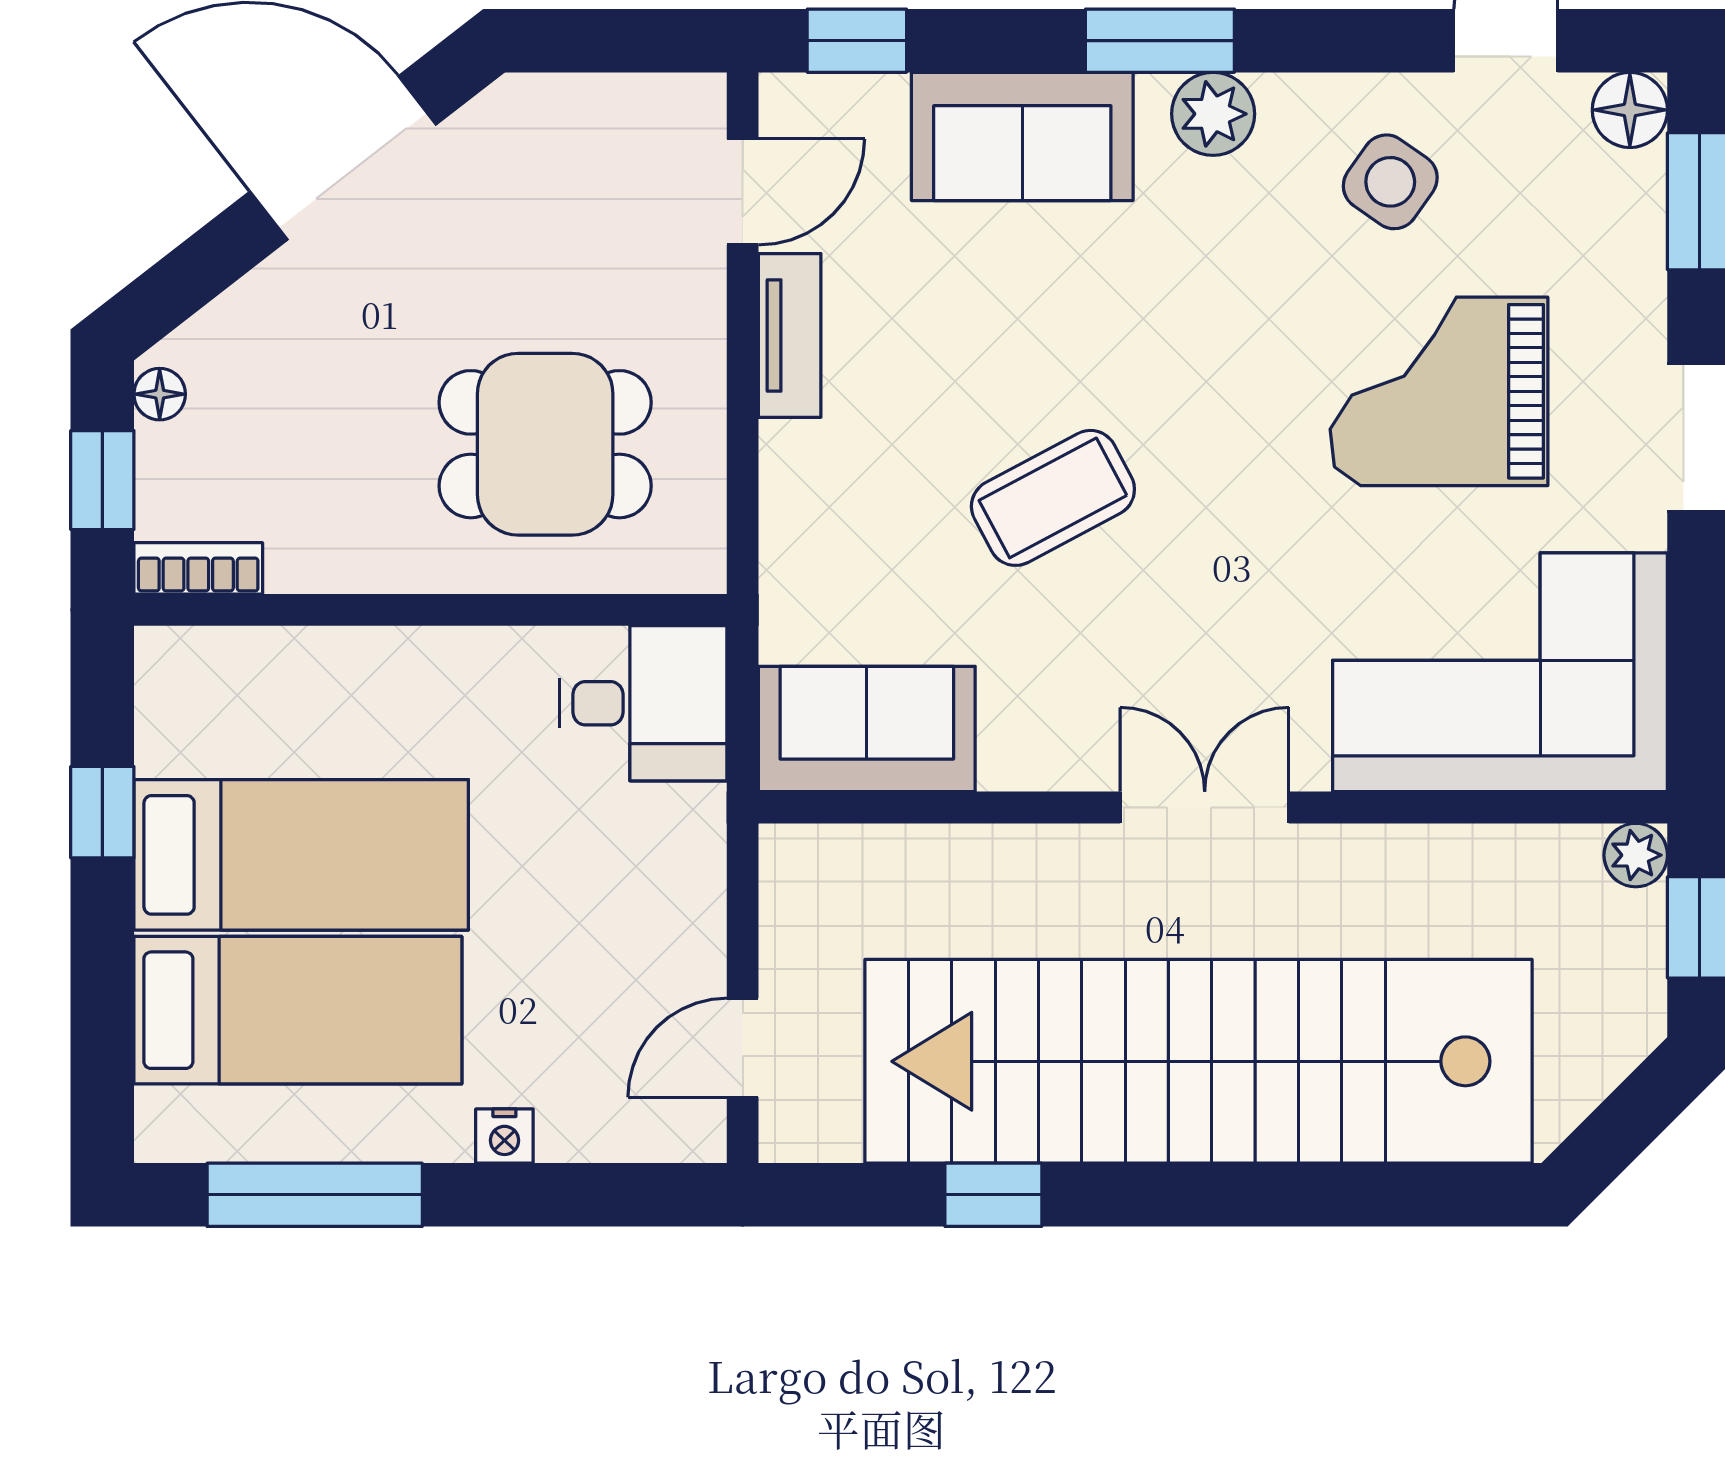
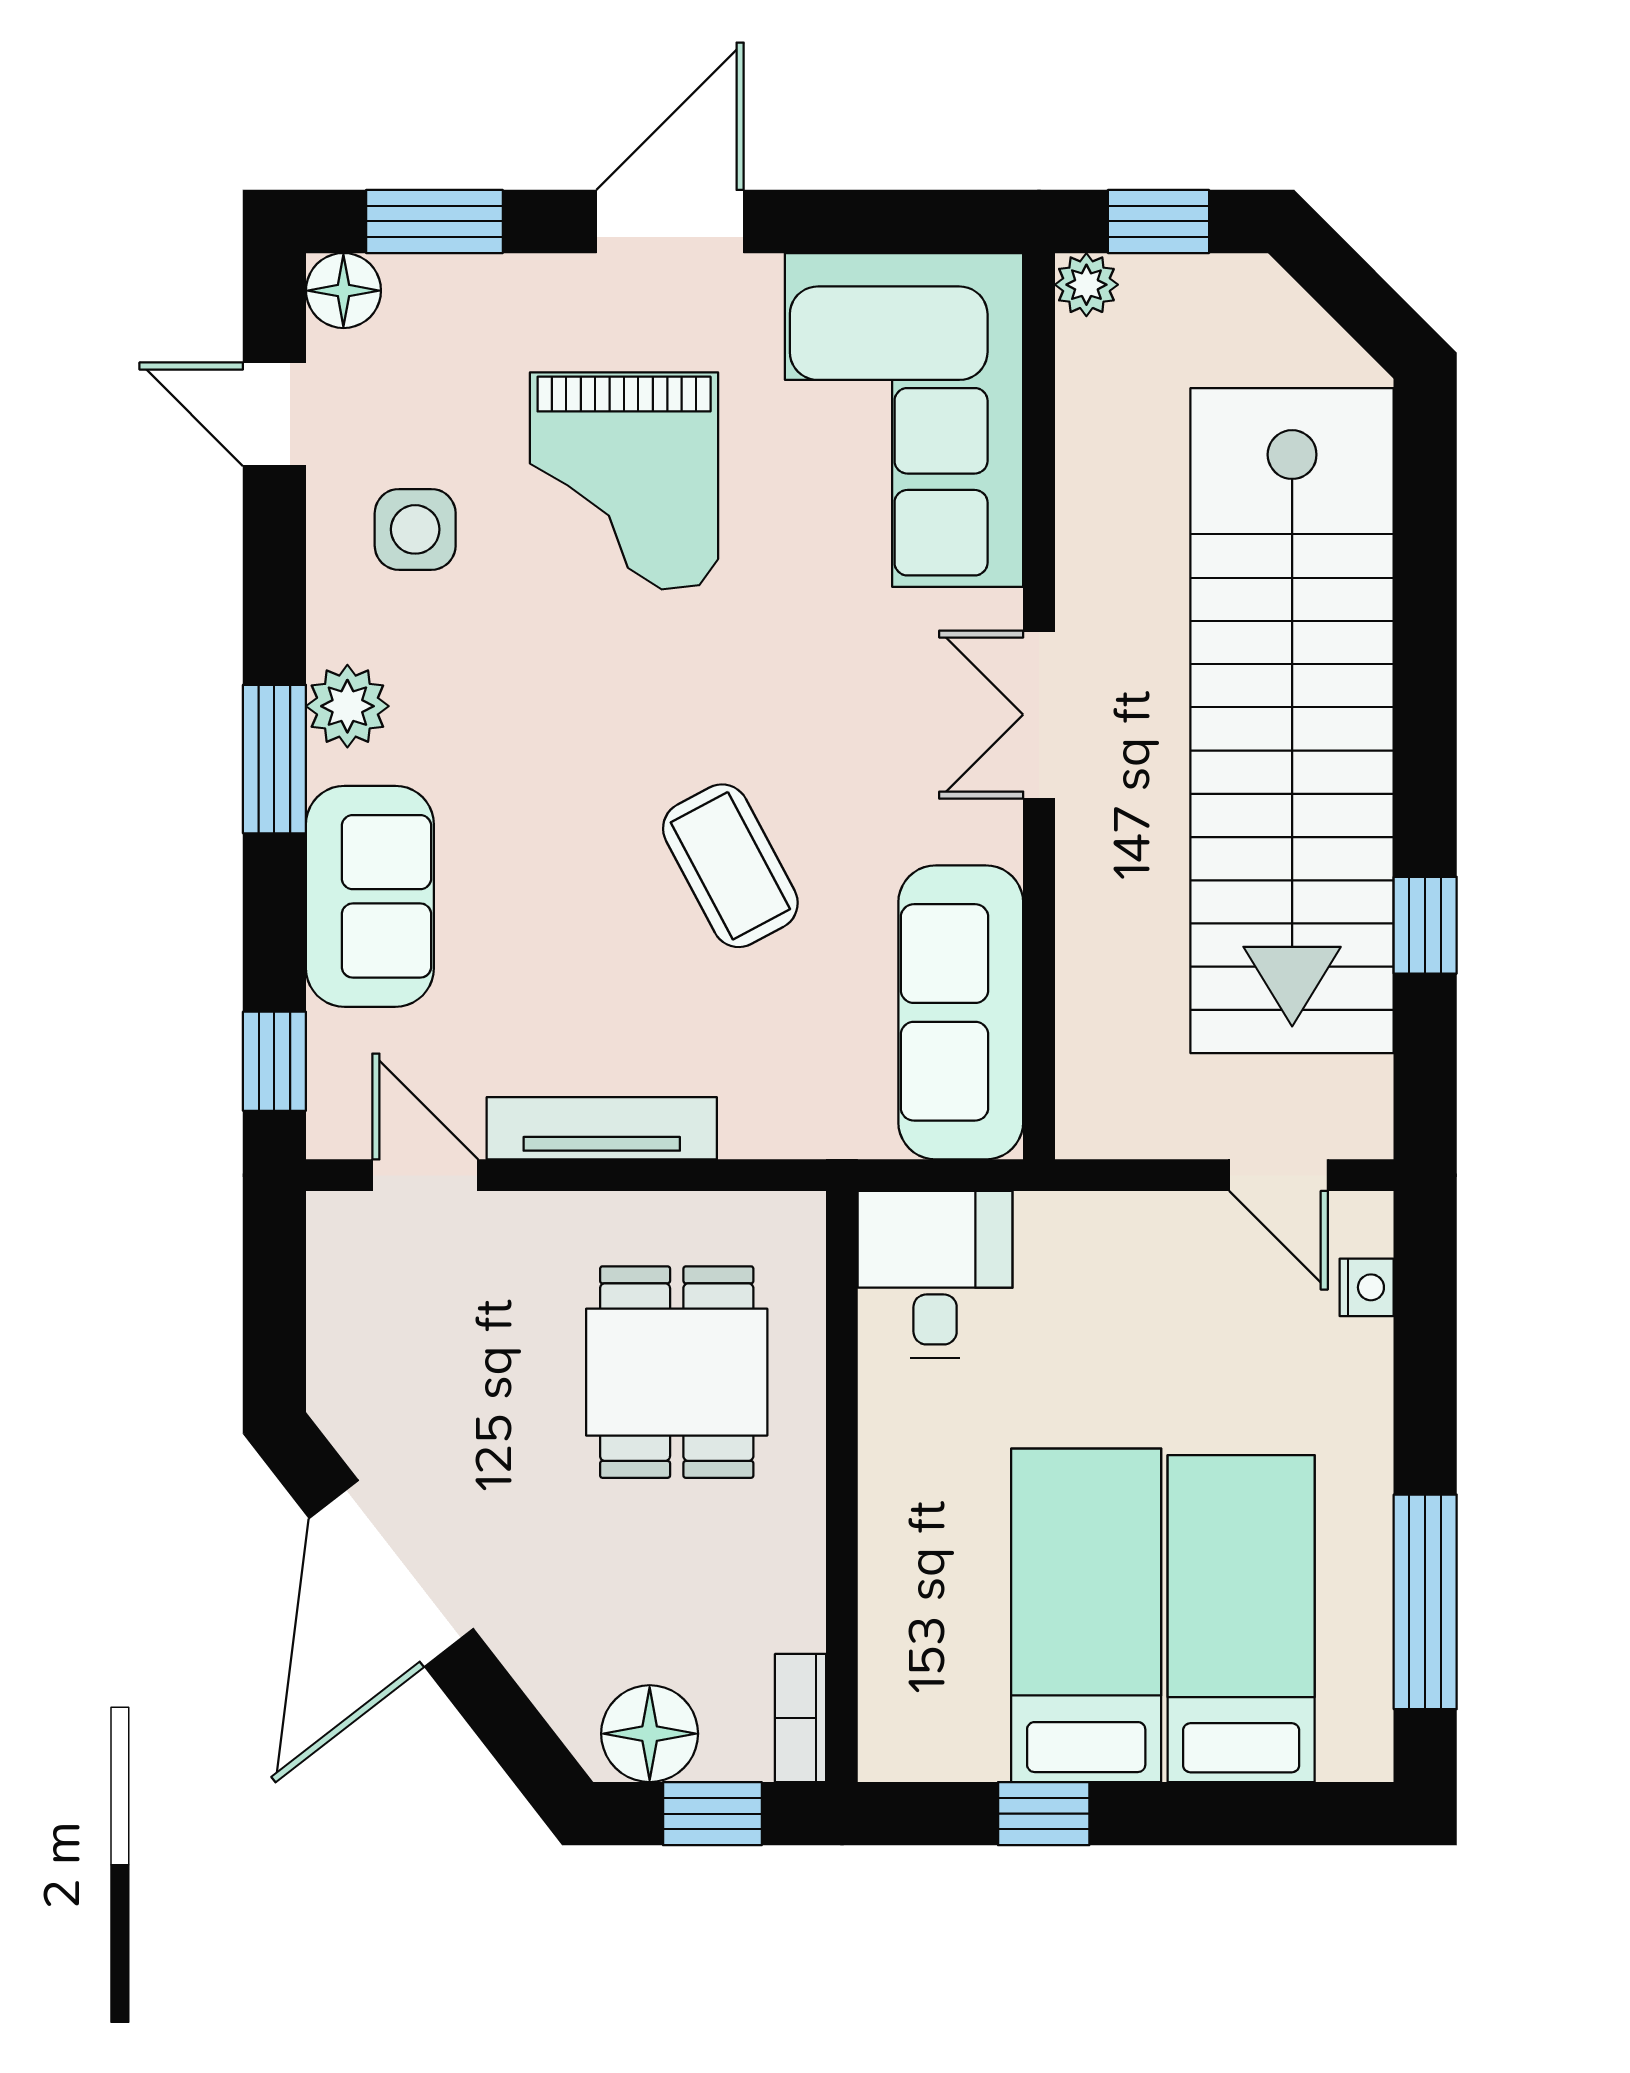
side table: (1390, 182) -> (415, 529), turned -35
tv unit: (790, 335) -> (602, 1128), width x1.41
floor lamp: (160, 394) -> (650, 1734), width x1.89, depth x1.89
sofa: (867, 729) -> (961, 1012), width x1.36
nightstand: (504, 1136) -> (1367, 1287), moved

